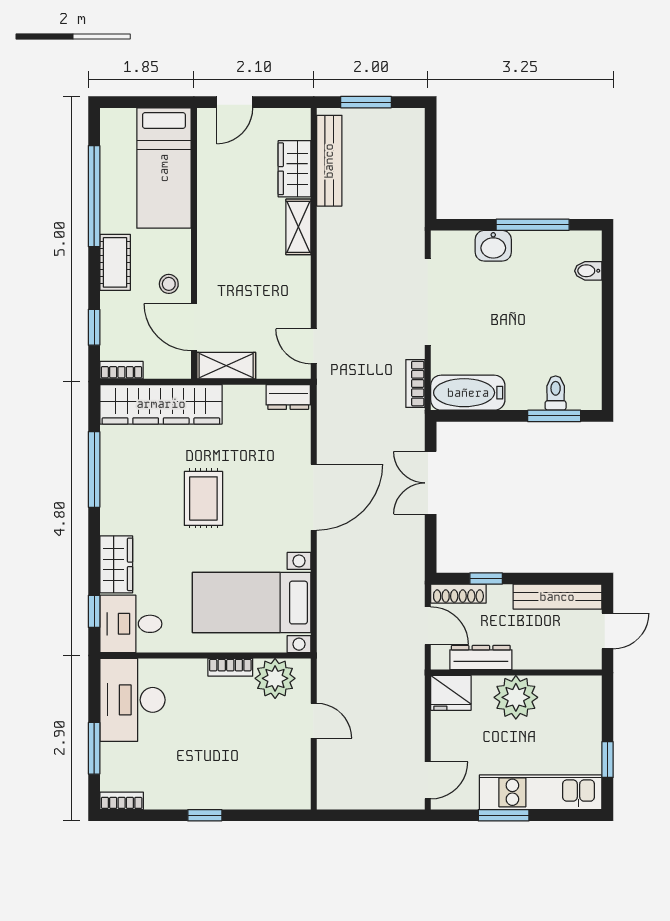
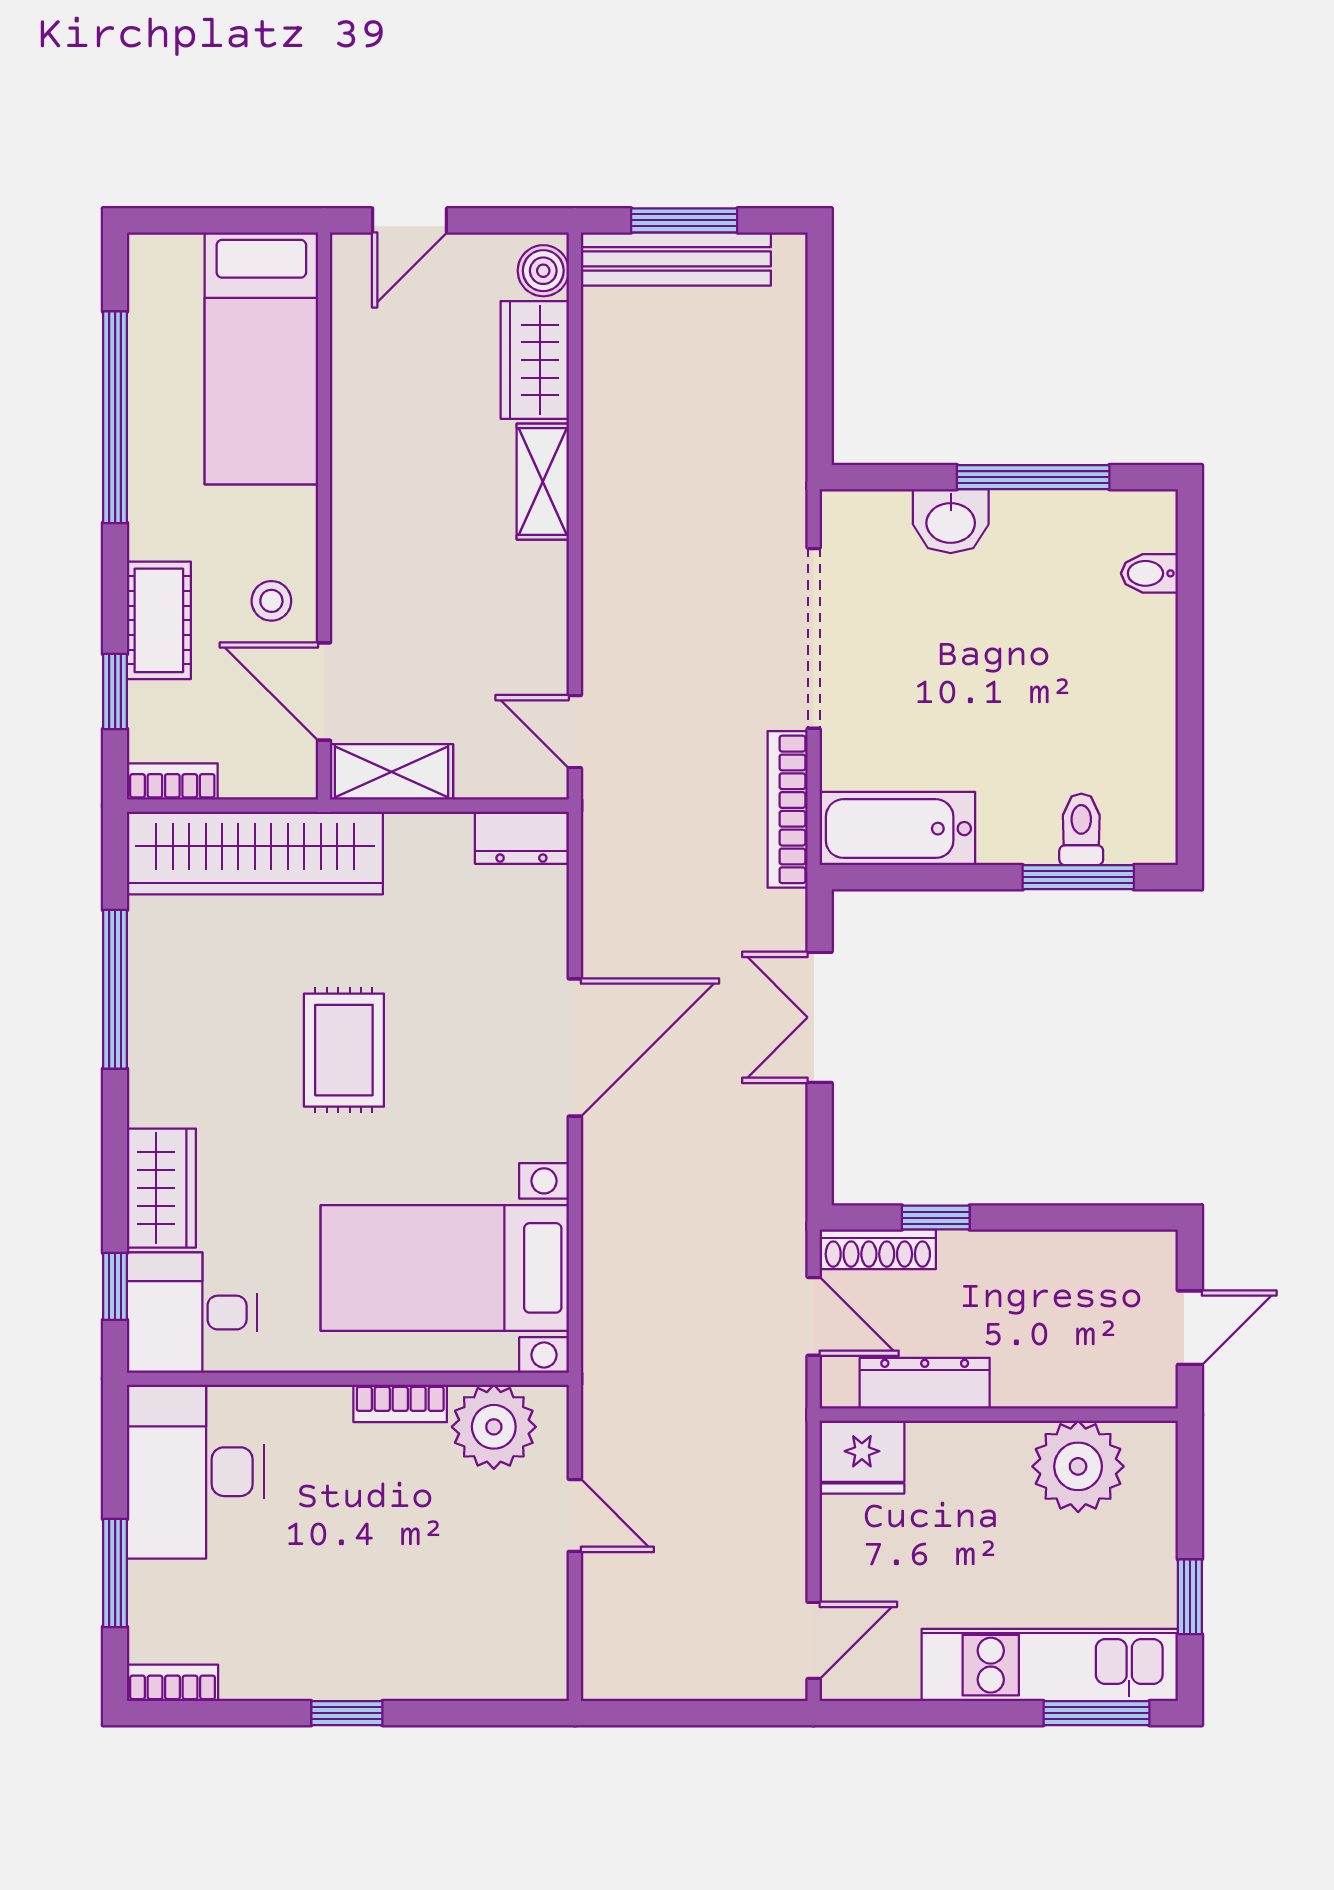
boiler: (299, 126) -> (543, 271), added
bench: (329, 161) -> (676, 259), moved, turned 90
cot: (115, 262) -> (159, 620), moved
bookcase: (415, 384) -> (788, 809), width x1.56
bench: (557, 597) -> (1085, 1255), removed
plant: (516, 697) -> (1078, 1466), moved
window: (504, 815) -> (1096, 1713), moved

